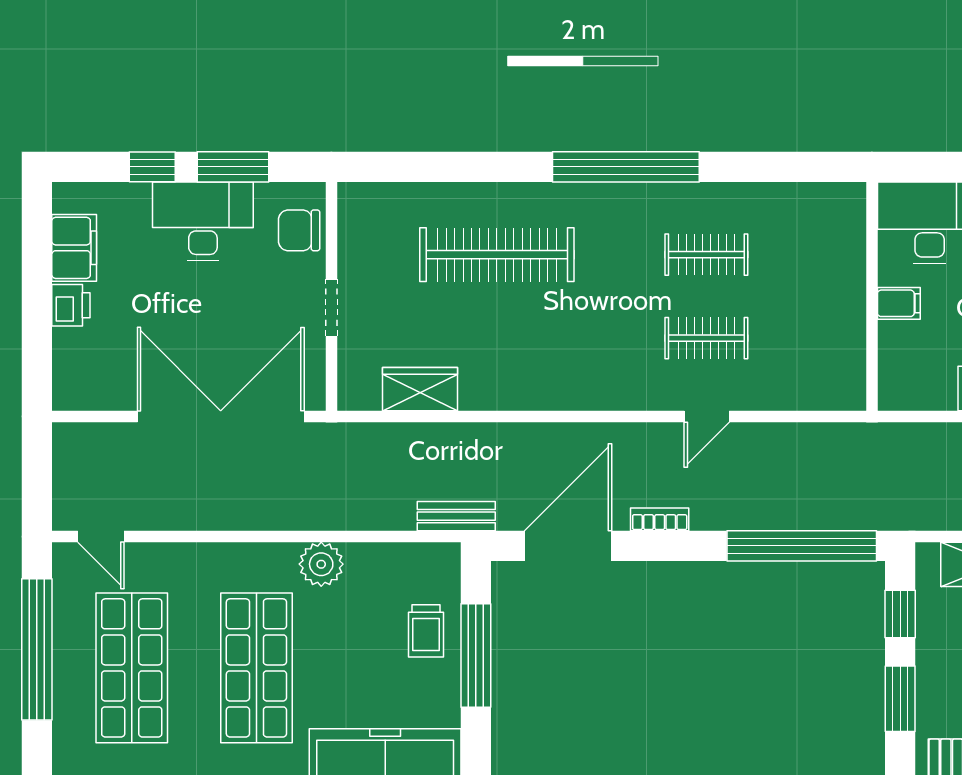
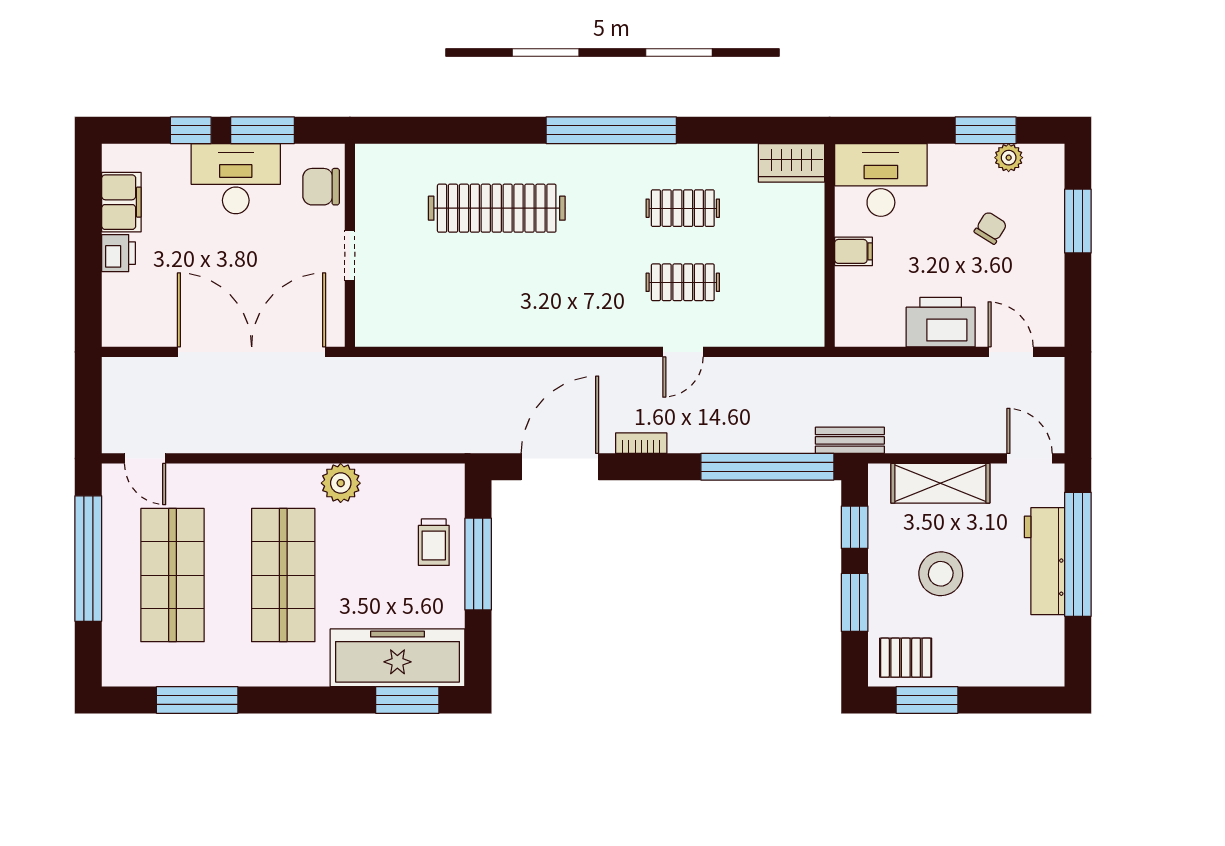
wardrobe: (420, 389) -> (791, 163), moved, turned 180
bench: (456, 516) -> (850, 440), moved

